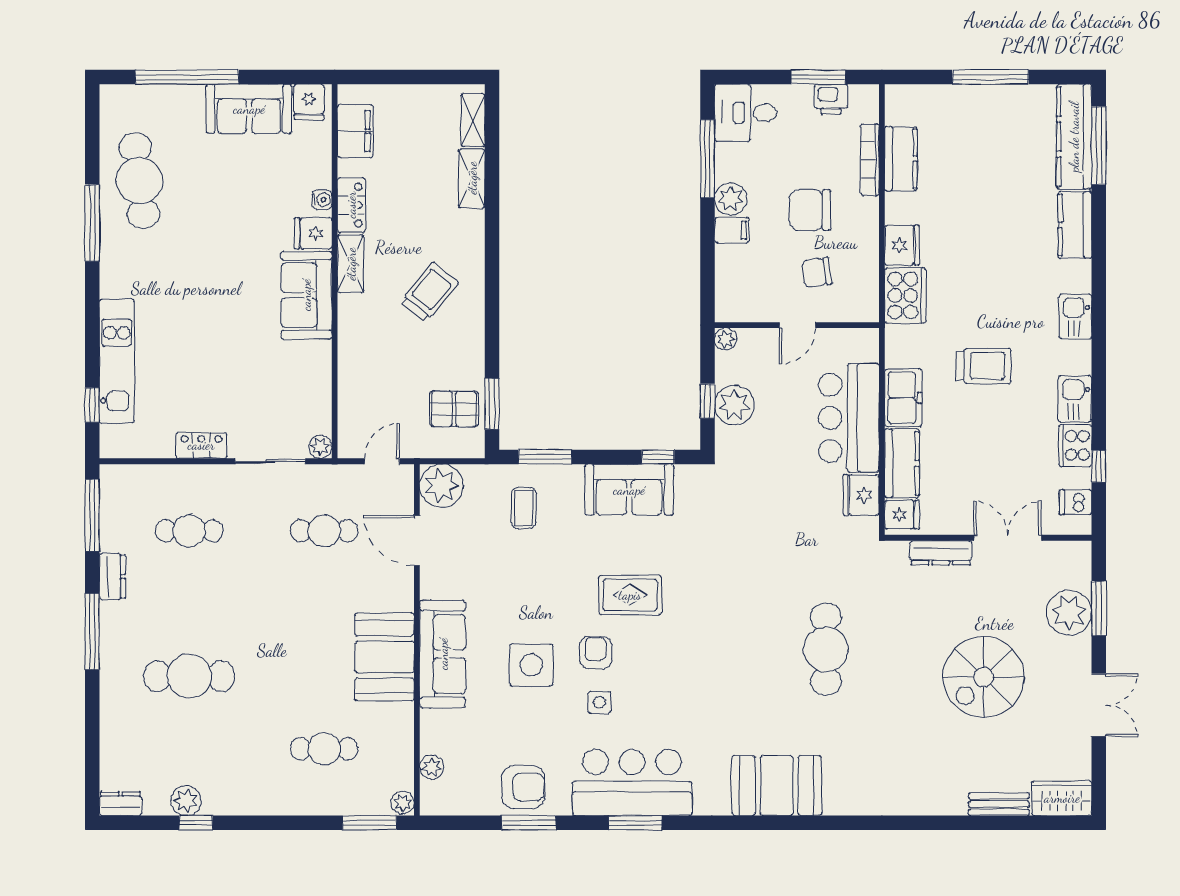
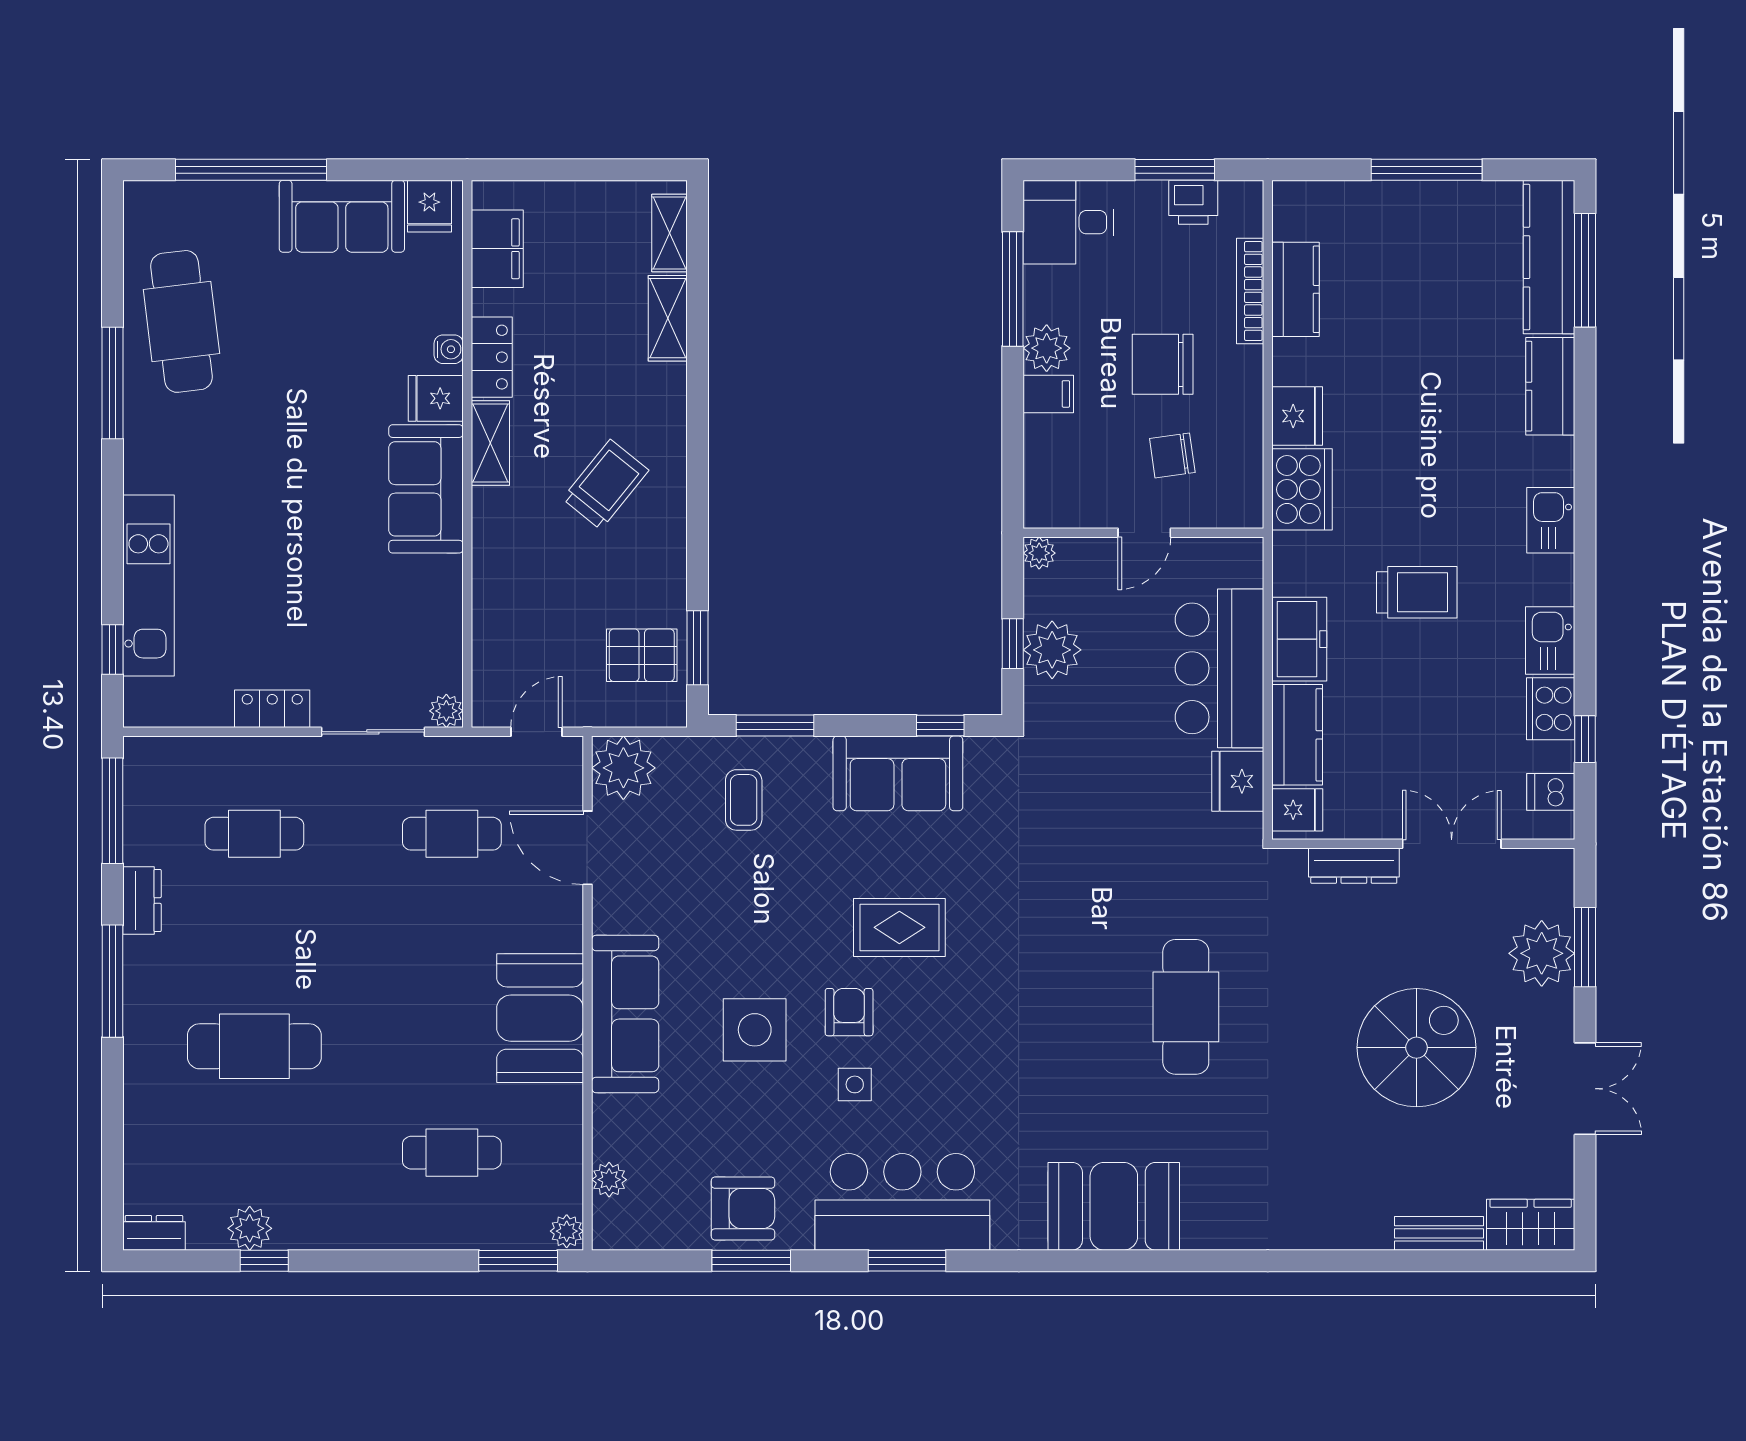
spiral stairs: (984, 677) -> (1417, 1048), turned 180

